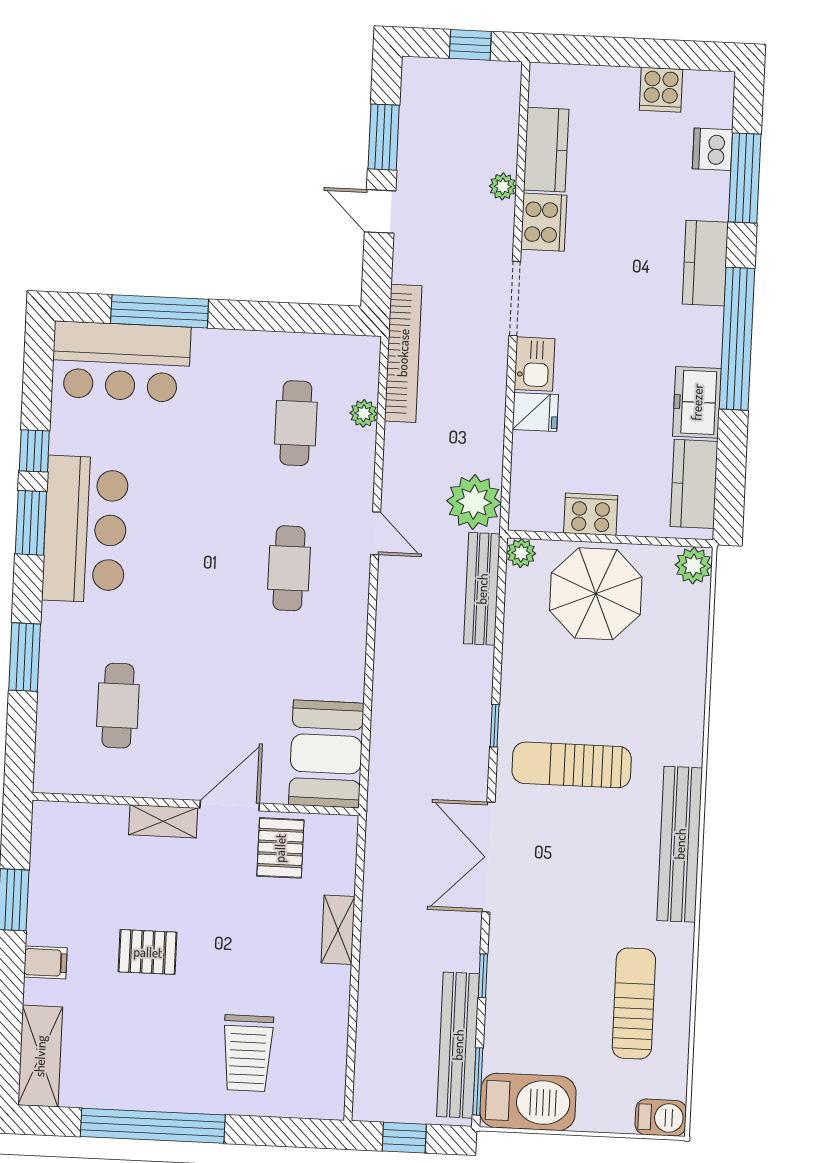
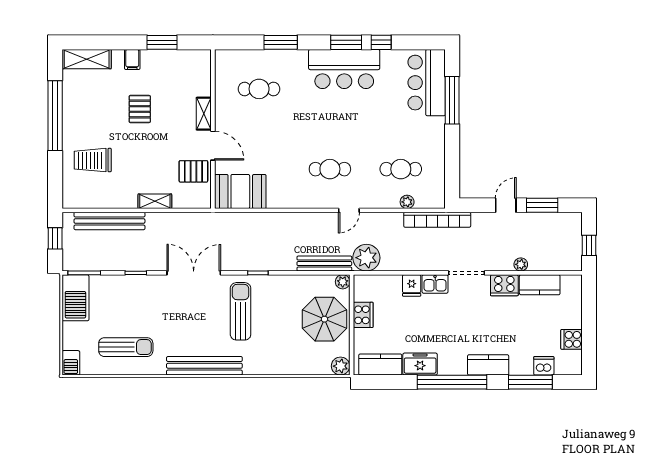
bench: (458, 1045) -> (109, 221), moved

